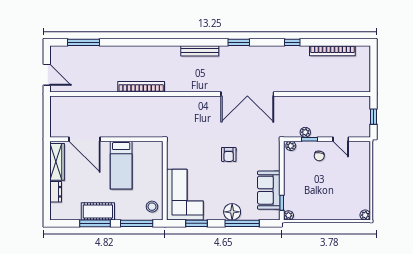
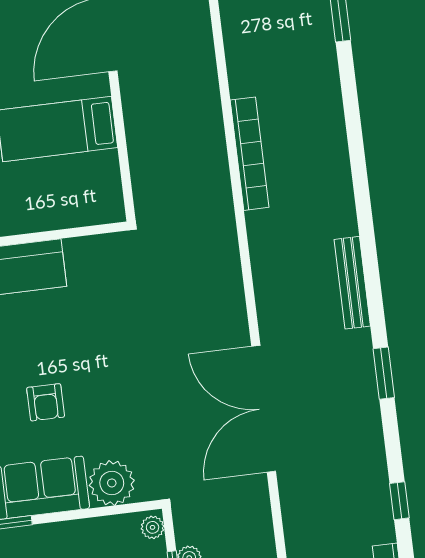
armchair: (229, 154) -> (46, 402), moved, turned -90
plant: (270, 160) -> (112, 483), added

